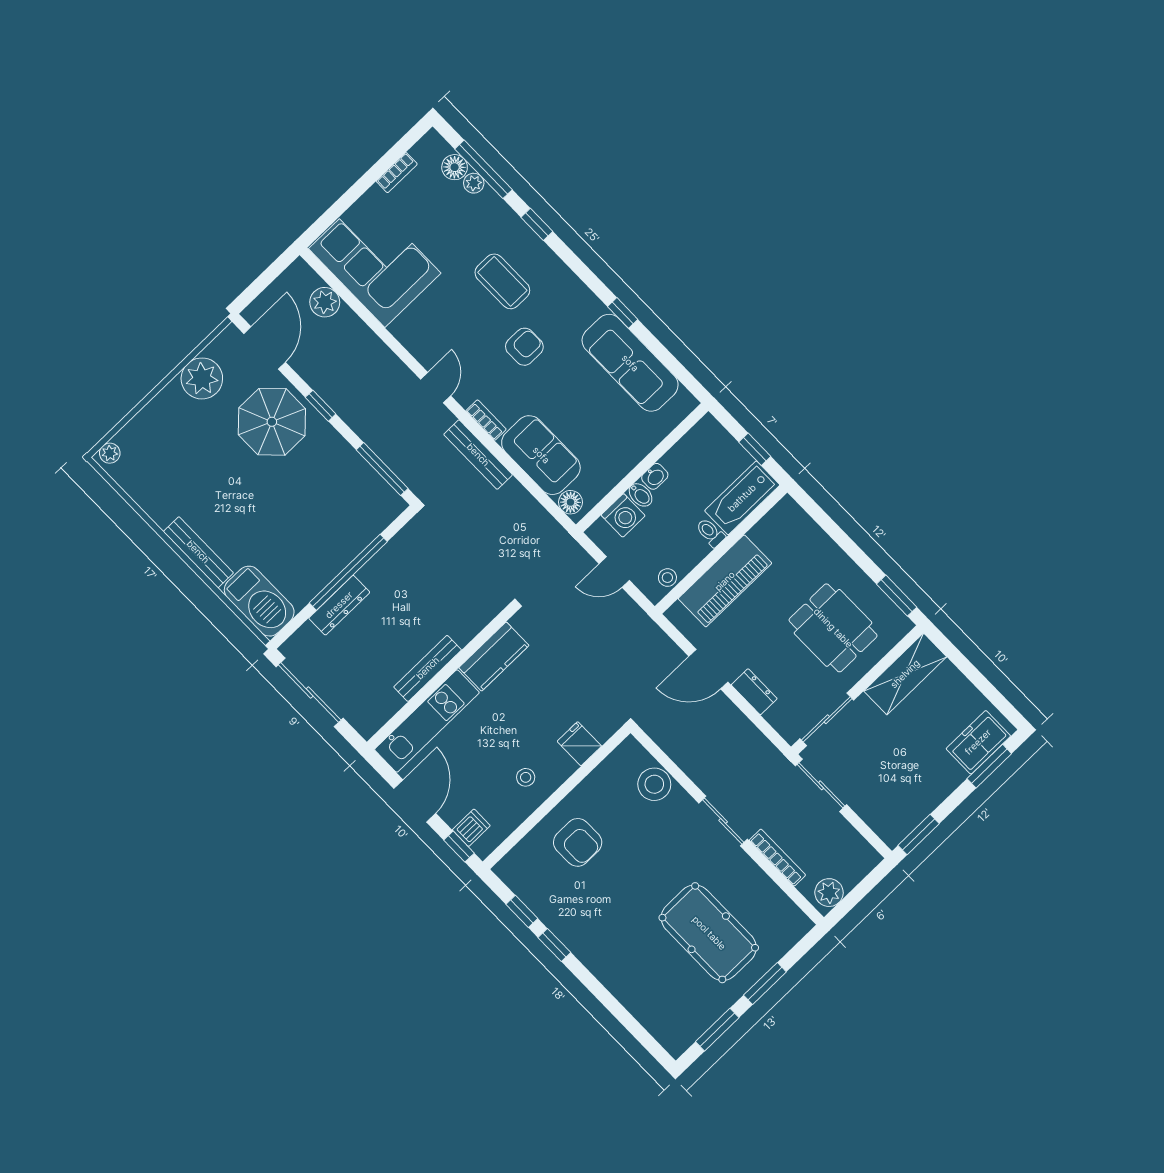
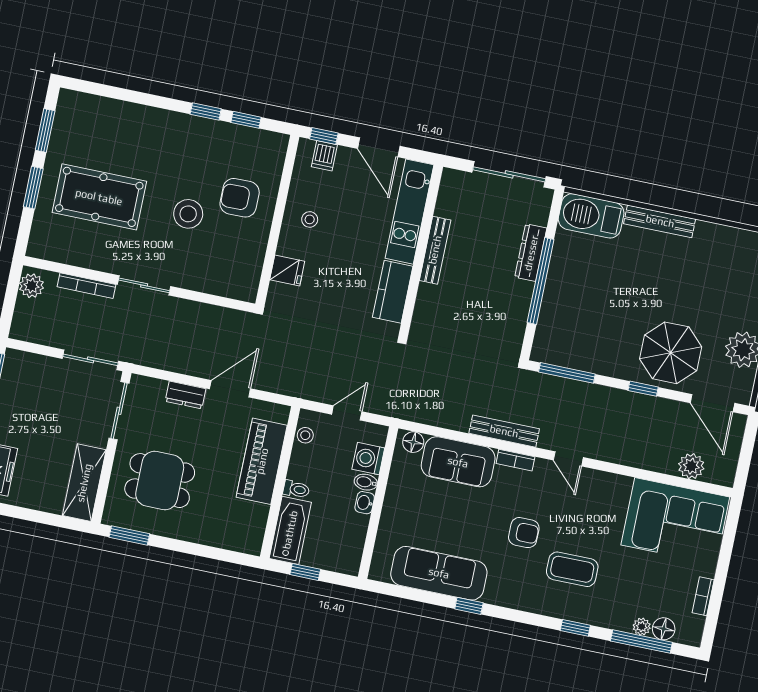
armchair: (524, 347) -> (524, 533), turned -90
stool: (654, 784) -> (188, 214), moved

